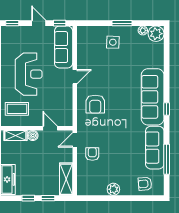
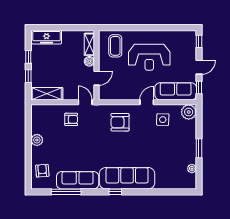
plant: (156, 34) -> (189, 112), moved
side table: (113, 42) -> (163, 120), moved
door: (75, 77) -> (147, 102), swing flipped

